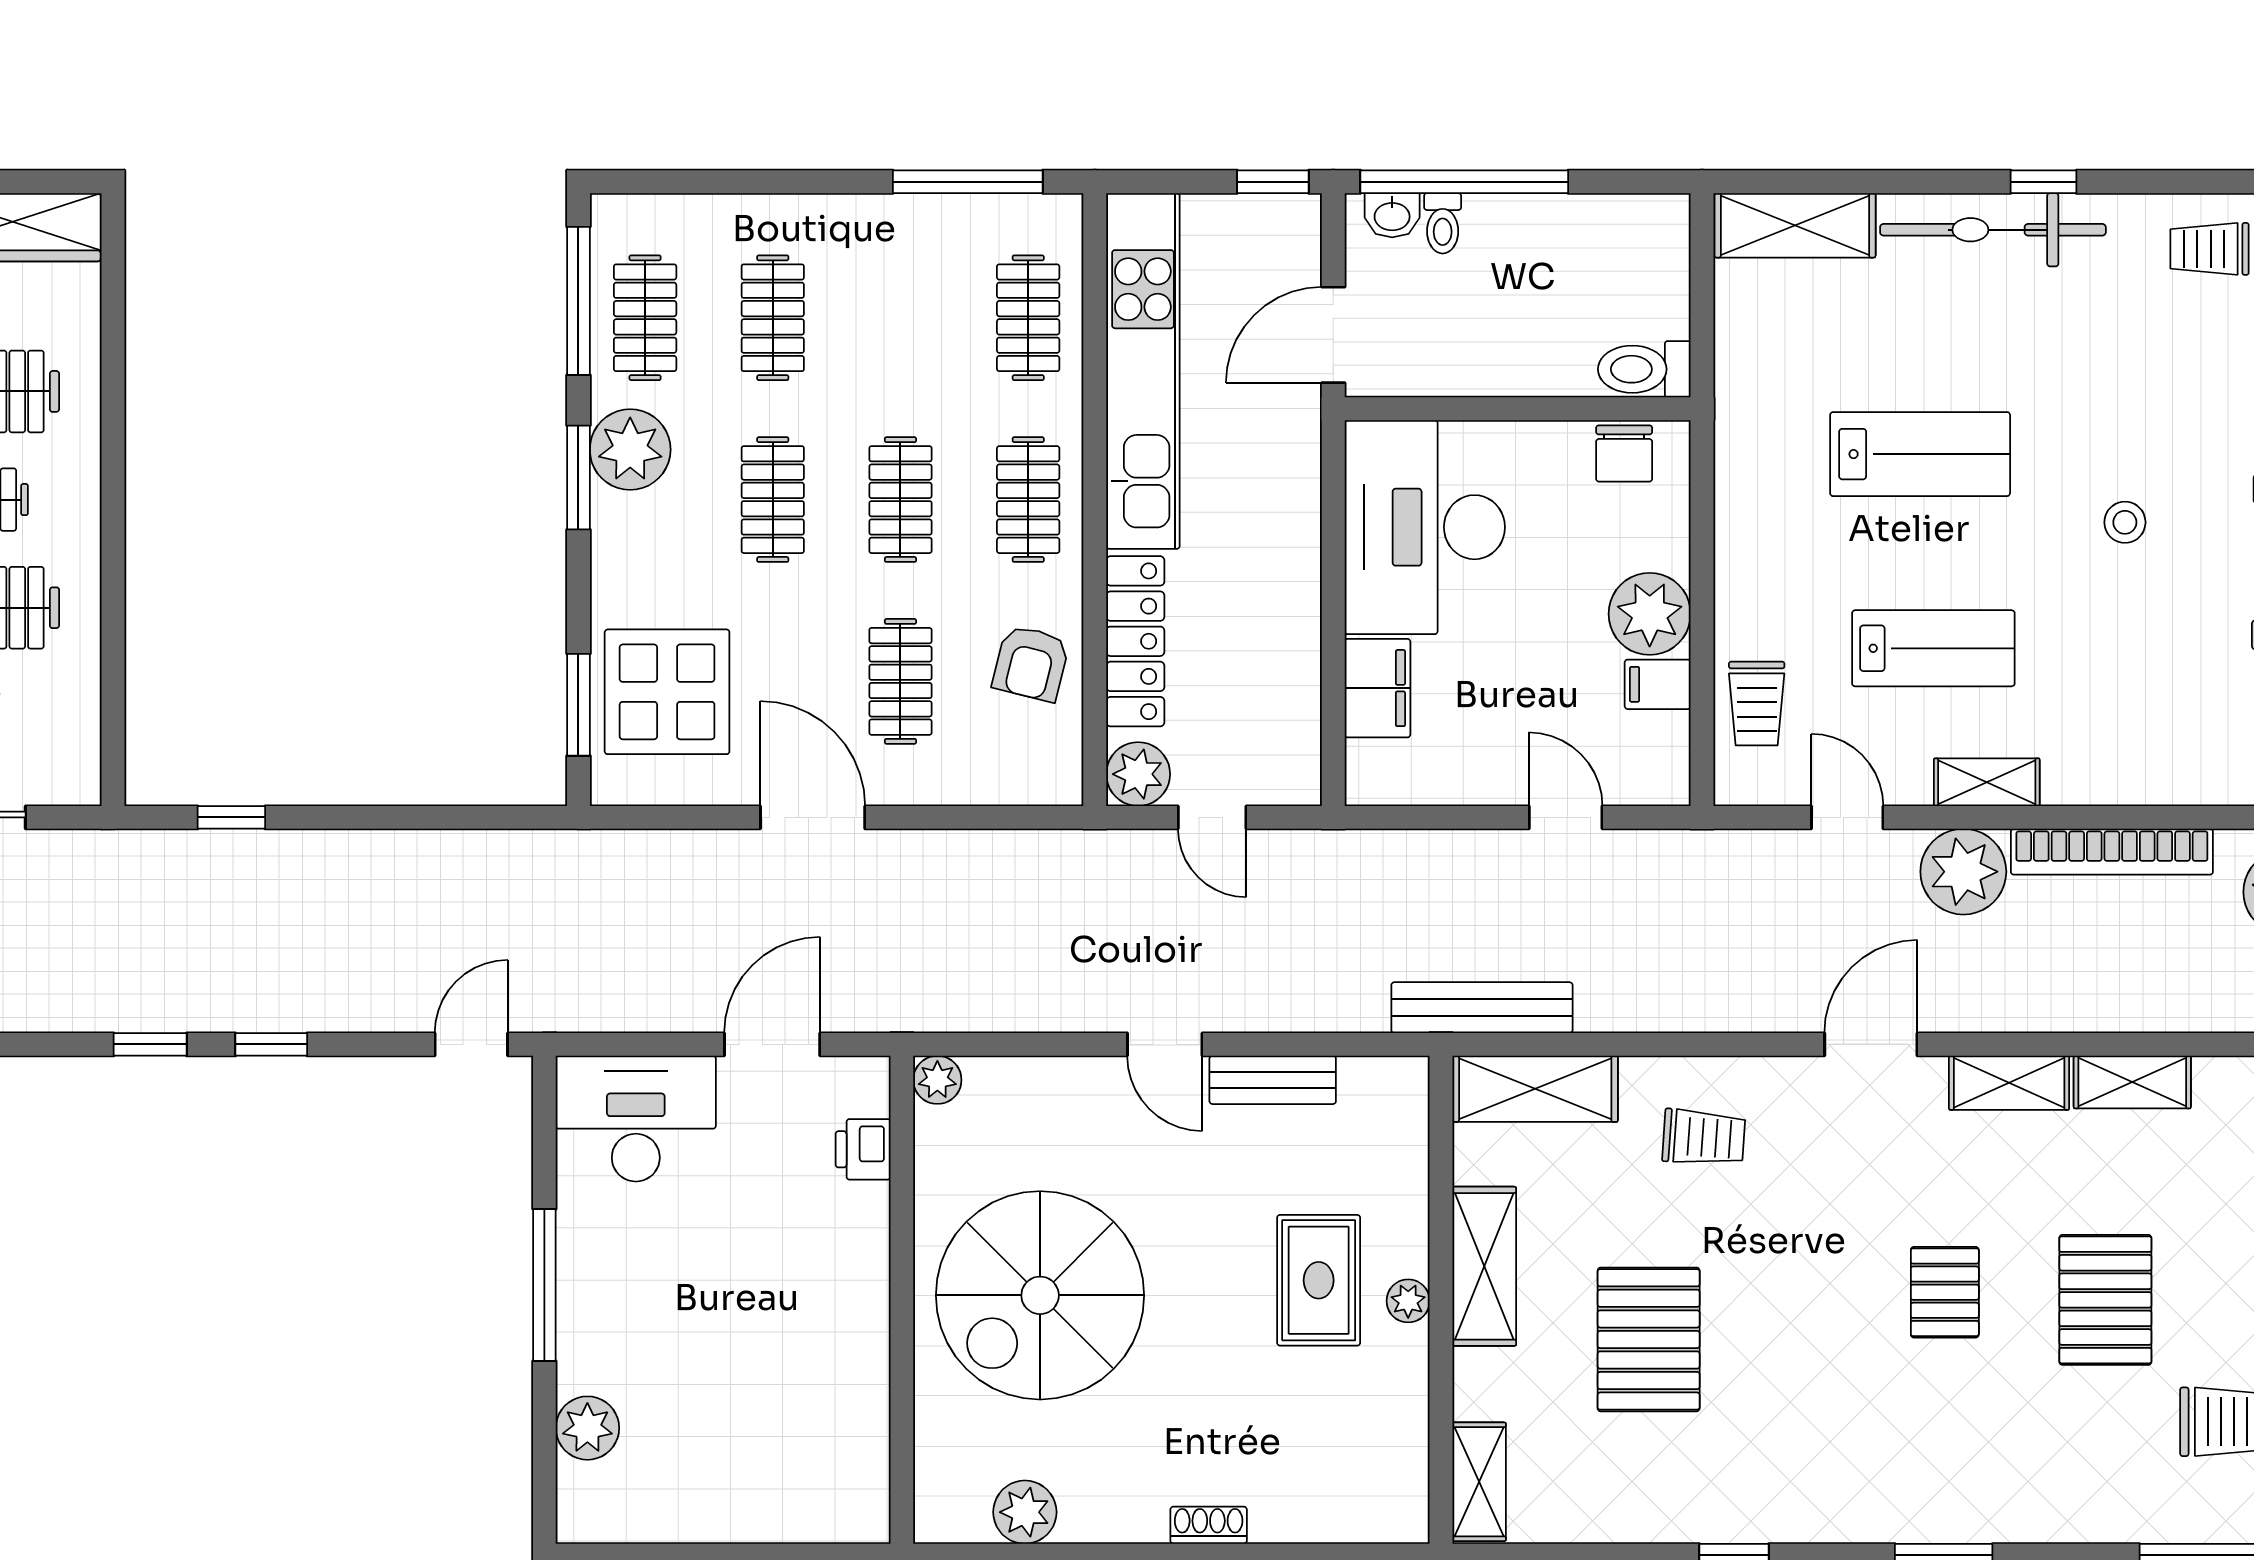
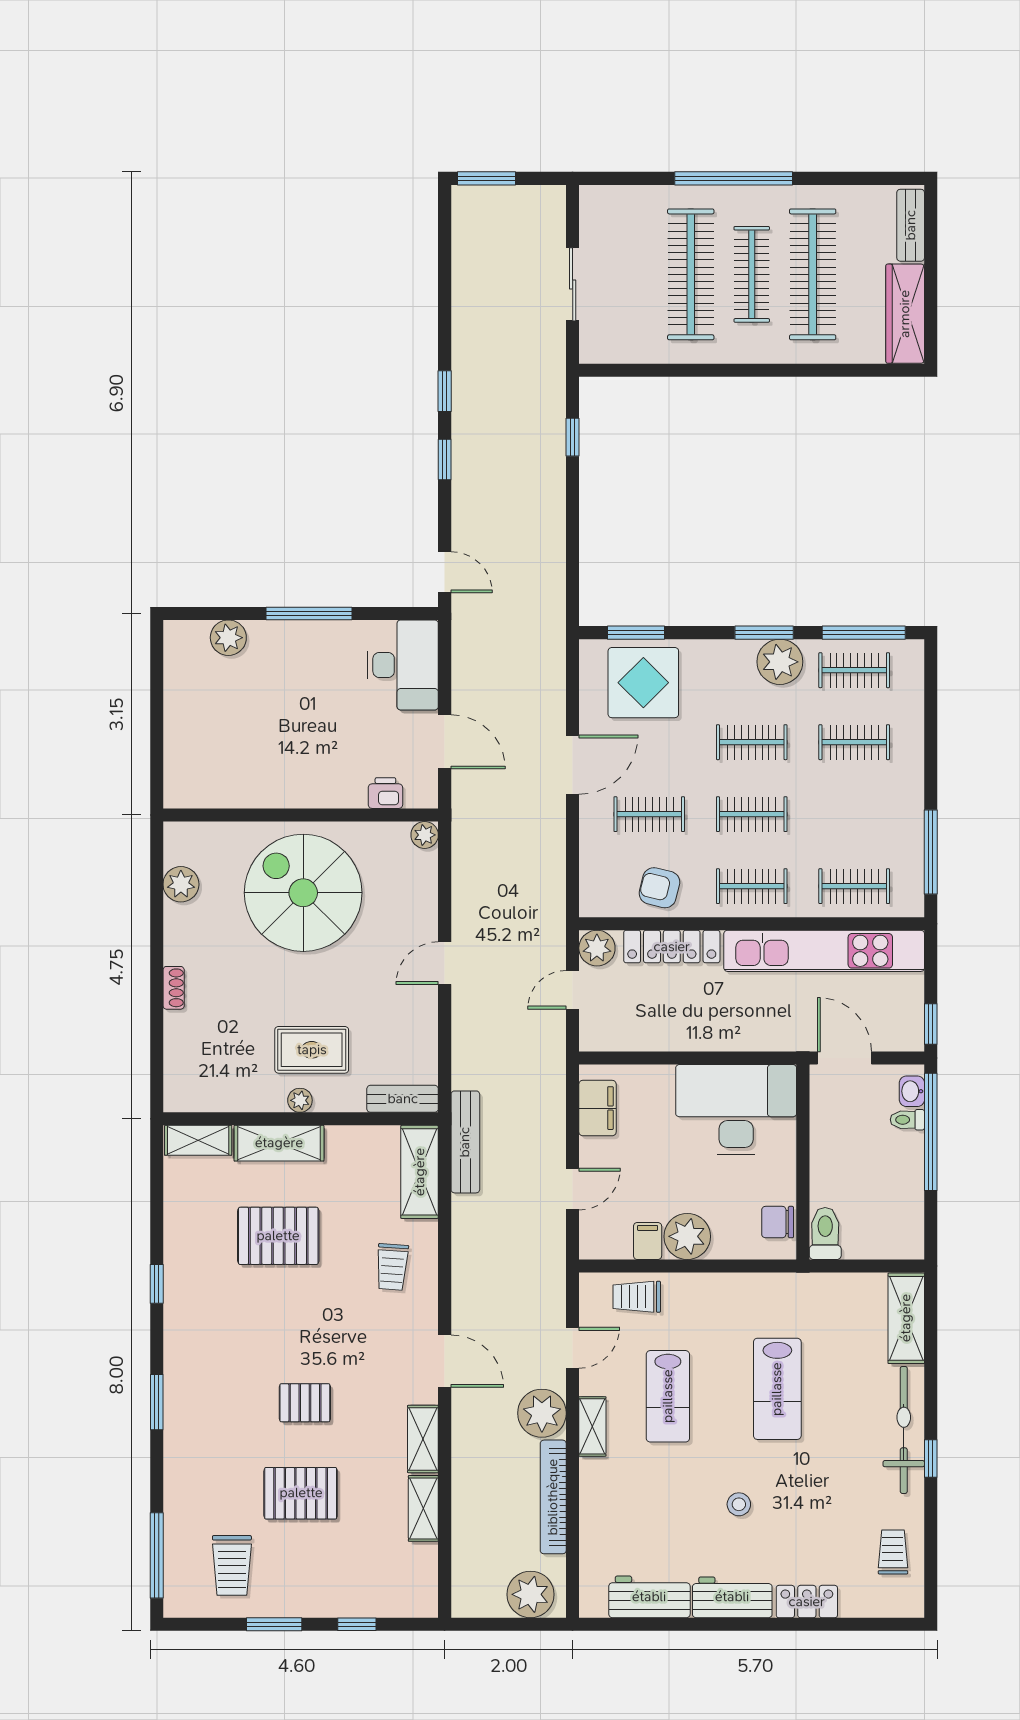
filing cabinet: (1377, 688) -> (597, 1108), moved, turned -90
bench: (1273, 1080) -> (403, 1099), moved, turned 90
shelving: (1484, 1266) -> (279, 1143), moved

